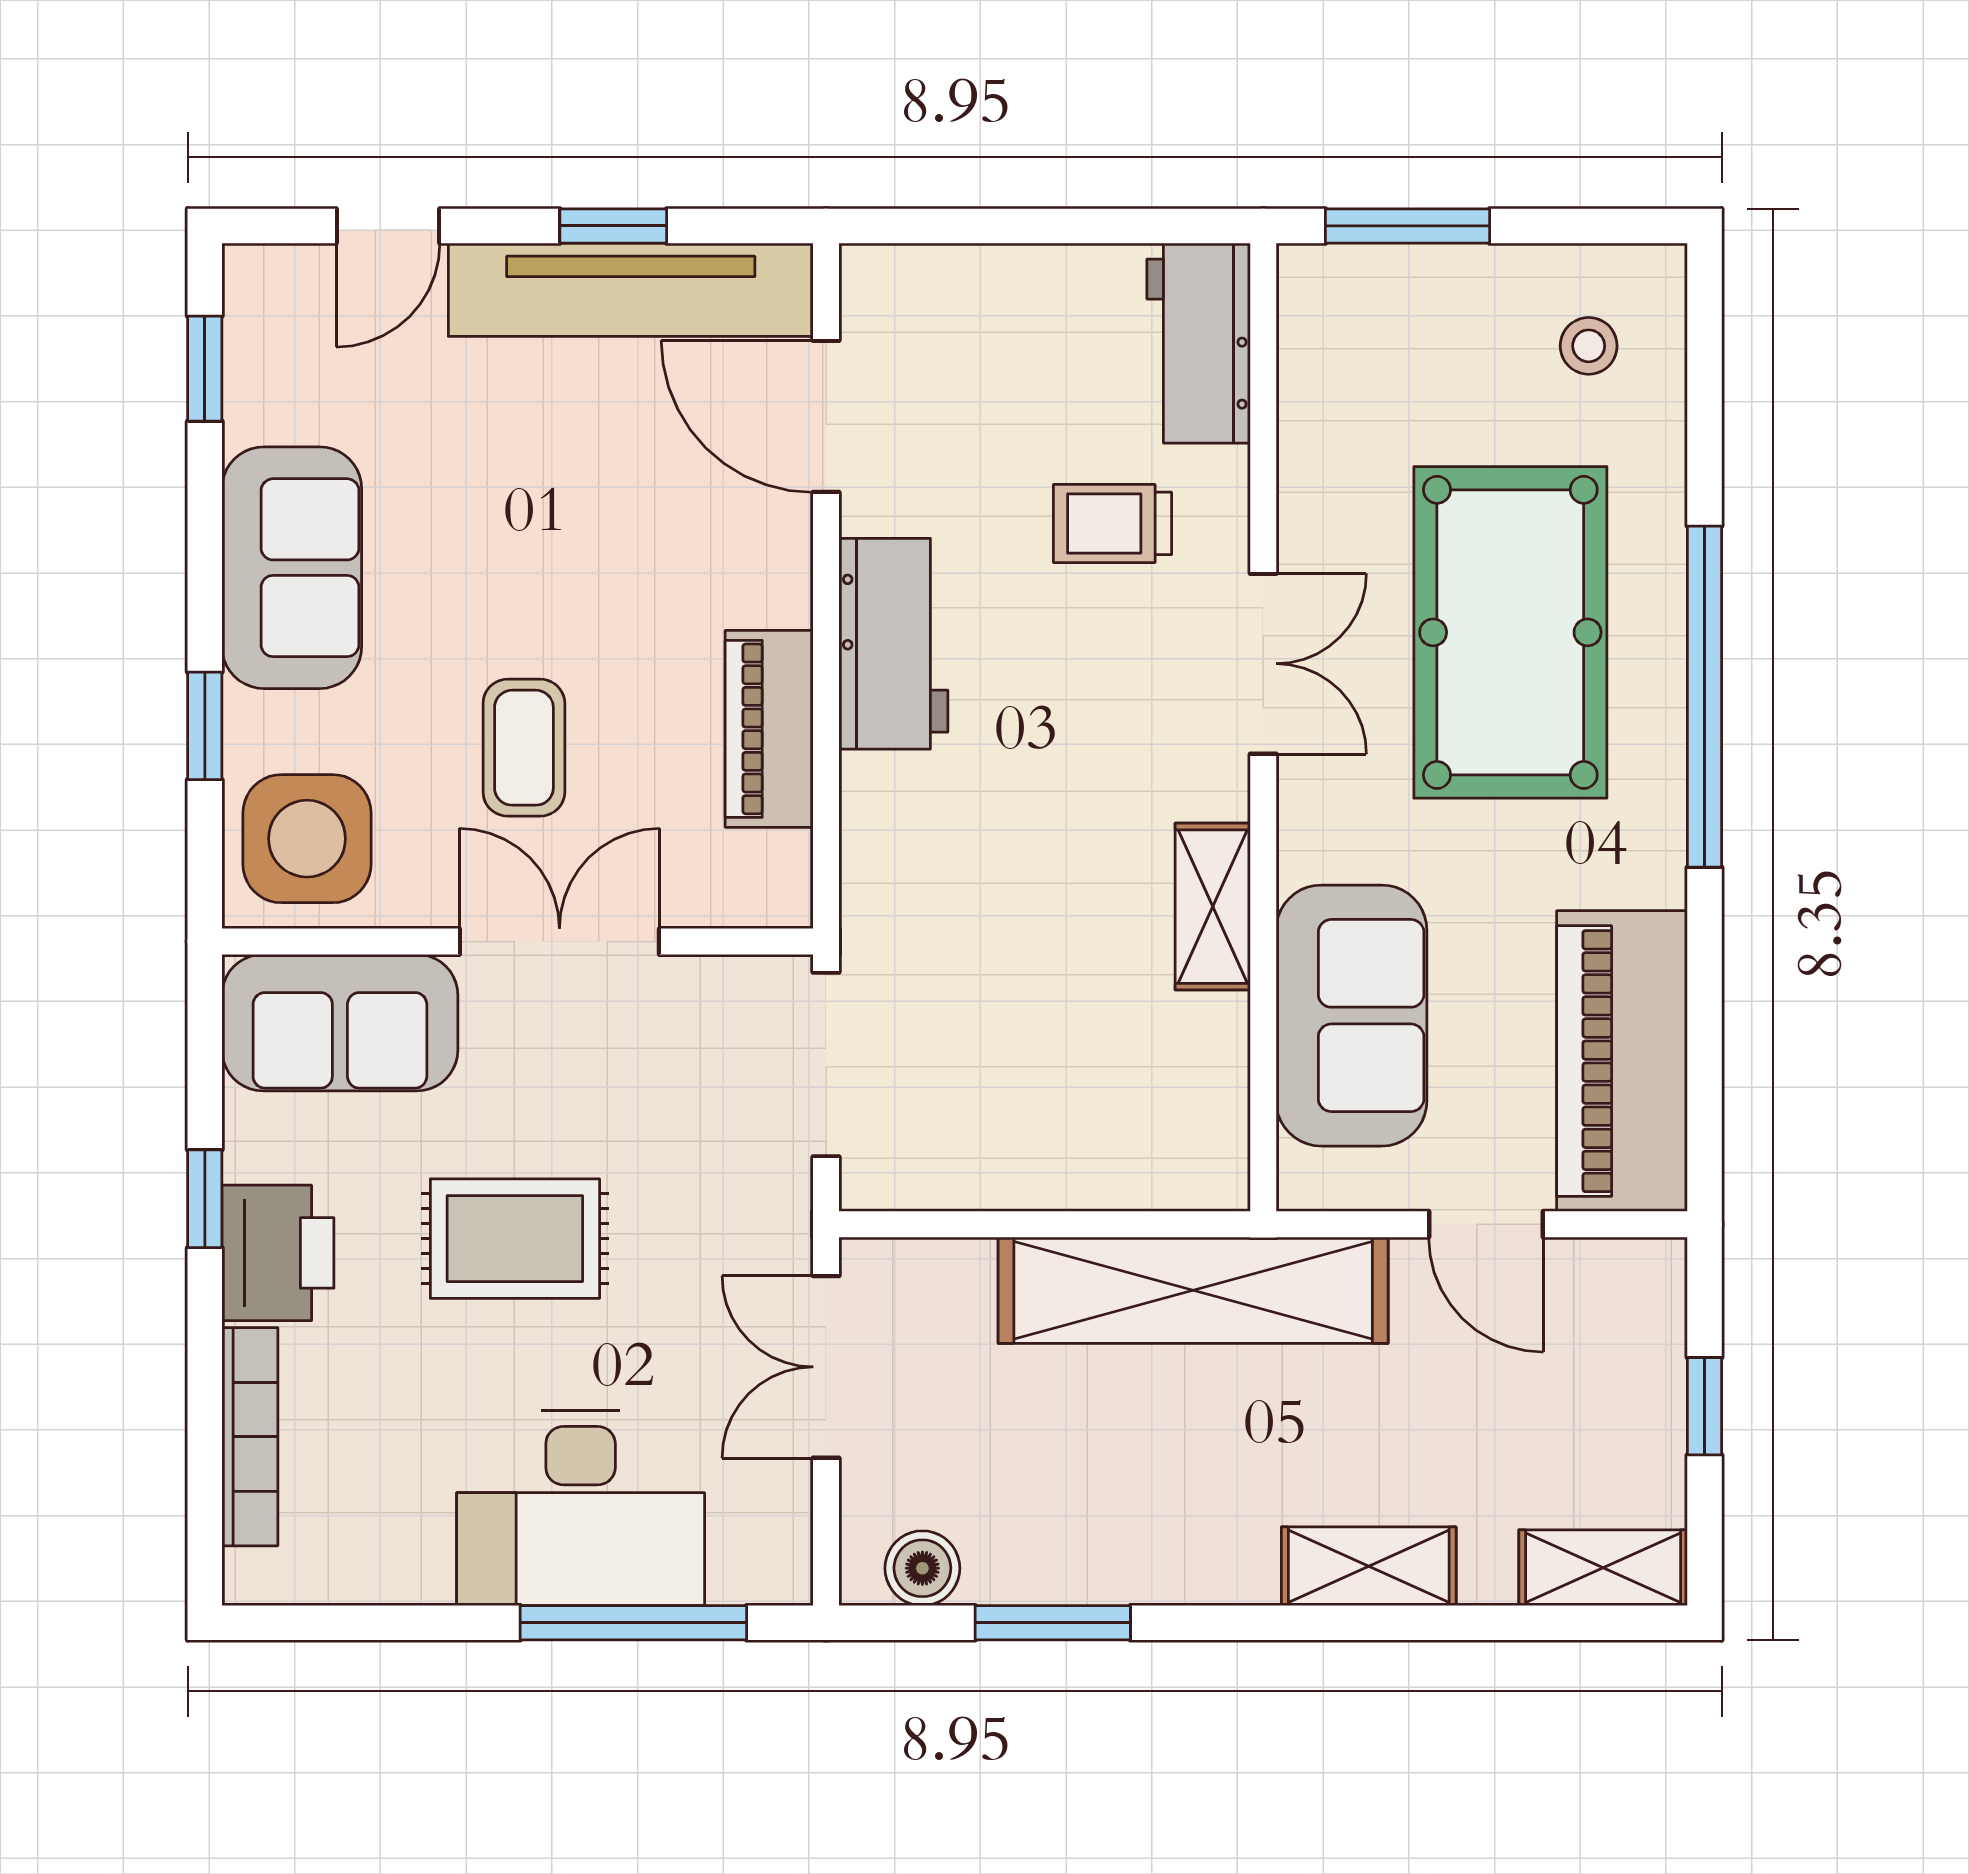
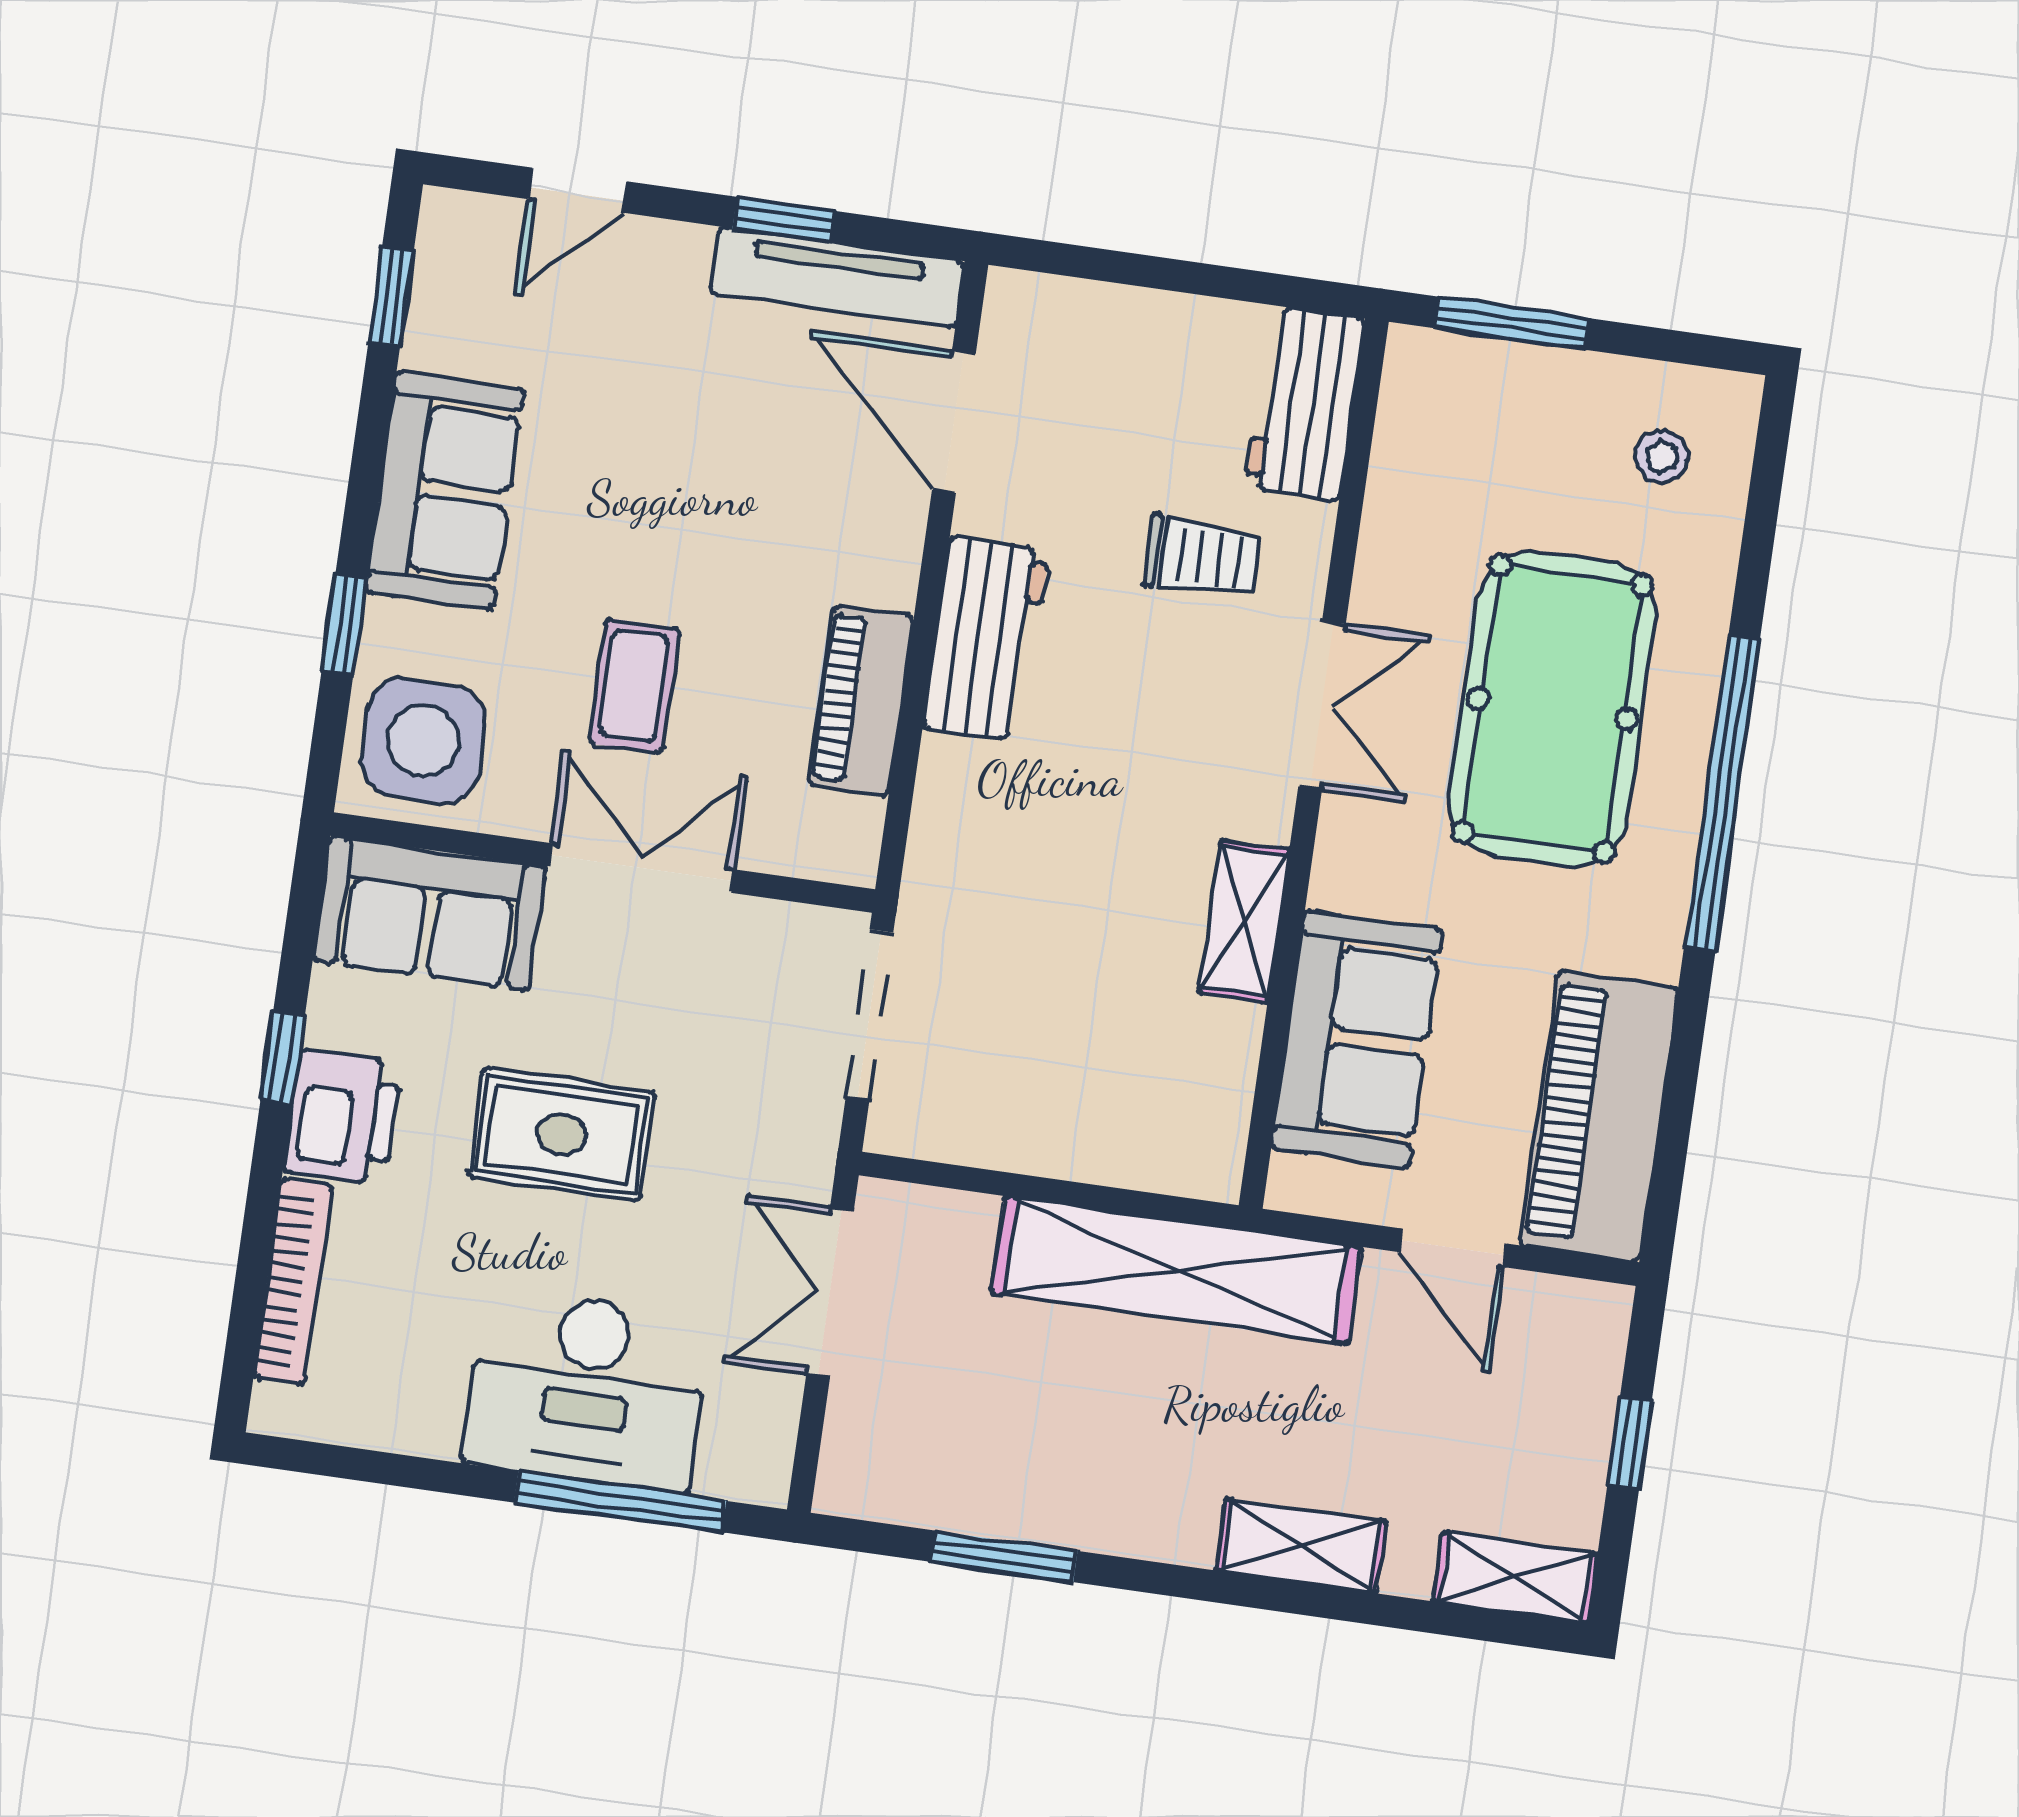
tv unit: (631, 290) -> (837, 277), width x0.73, depth x0.78
trolley: (1112, 523) -> (1202, 557), turned 180
boiler: (922, 1568) -> (892, 1489), removed

